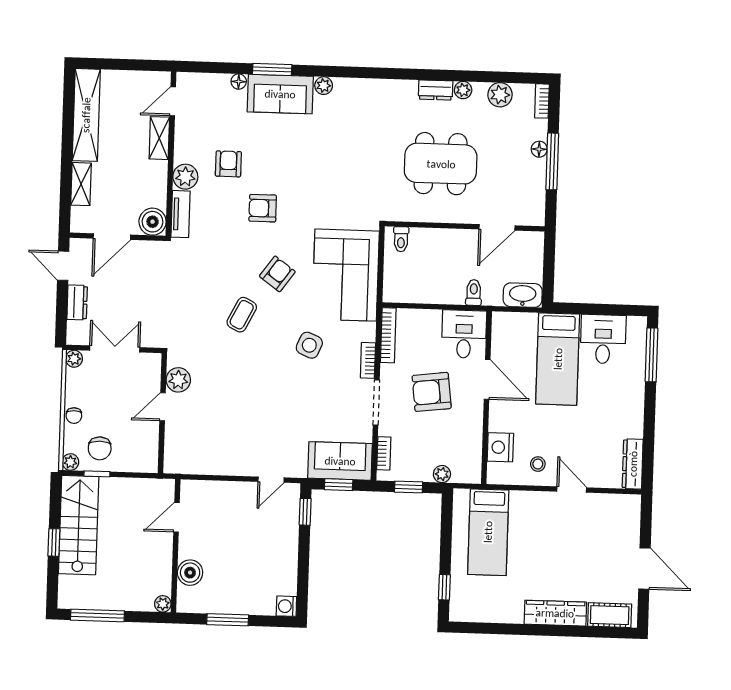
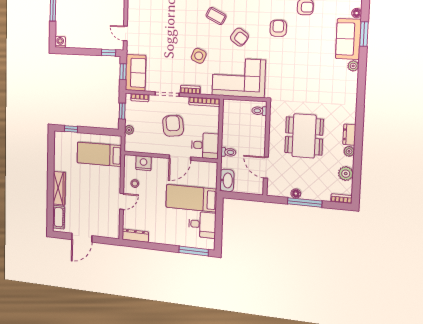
floor lamp: (539, 149) -> (296, 194), moved

